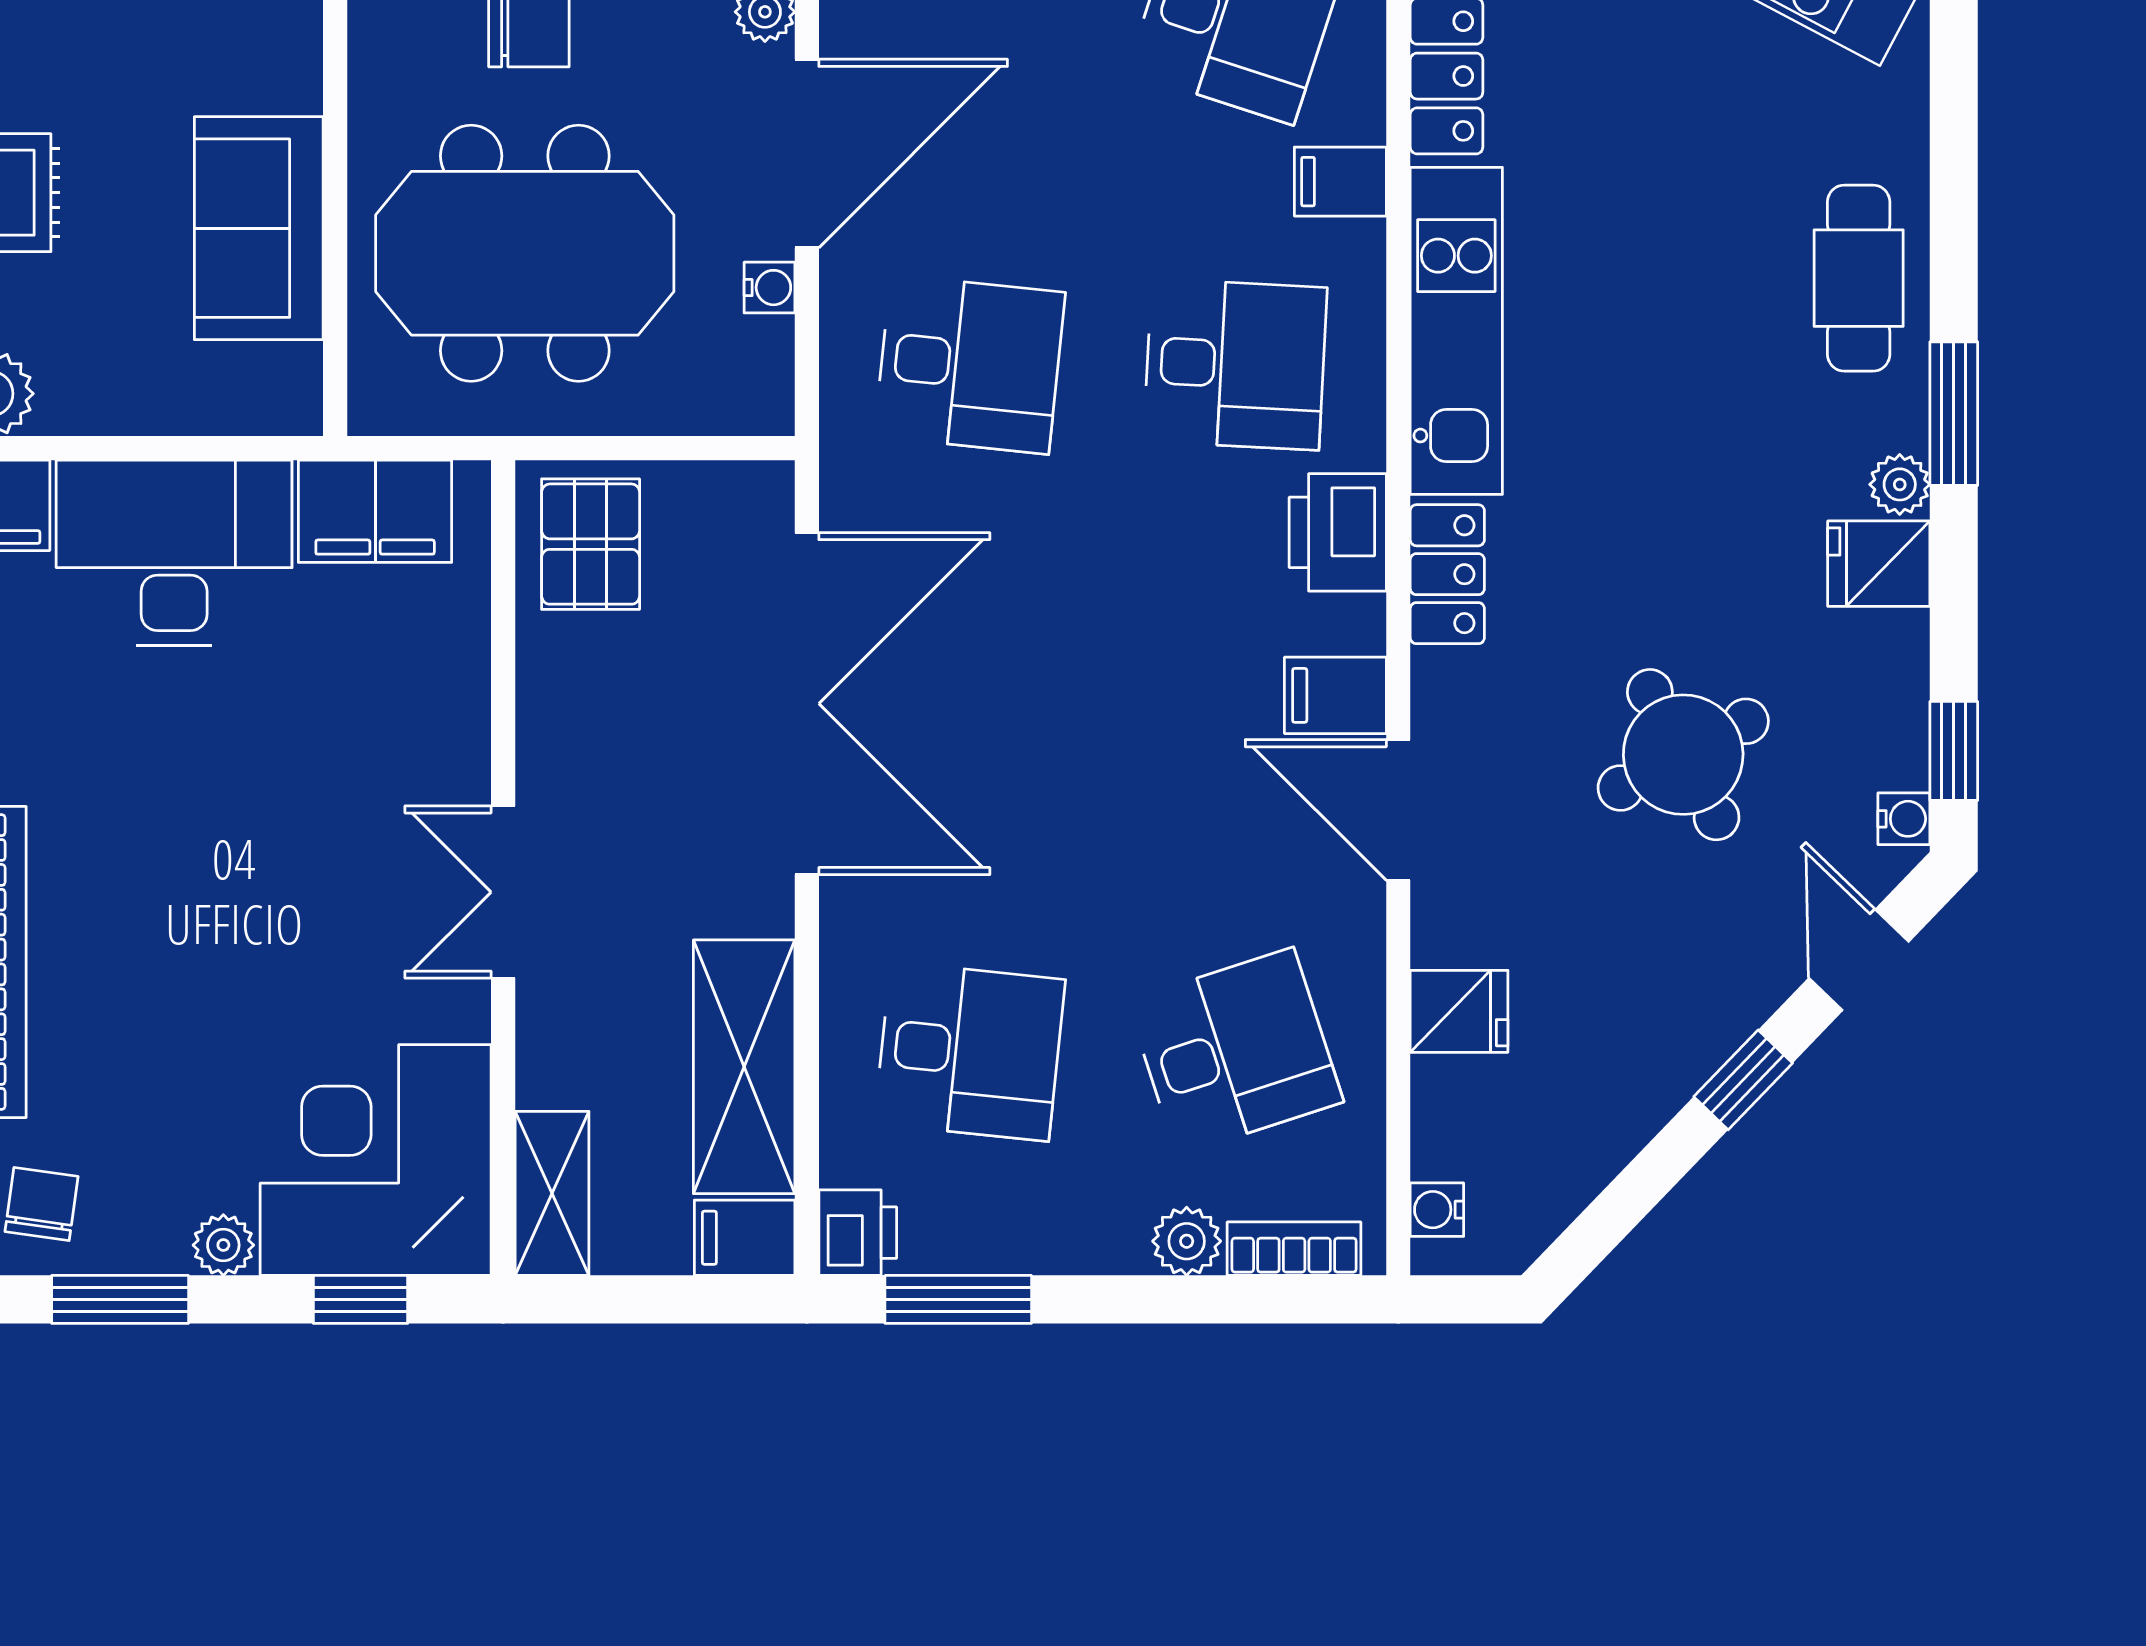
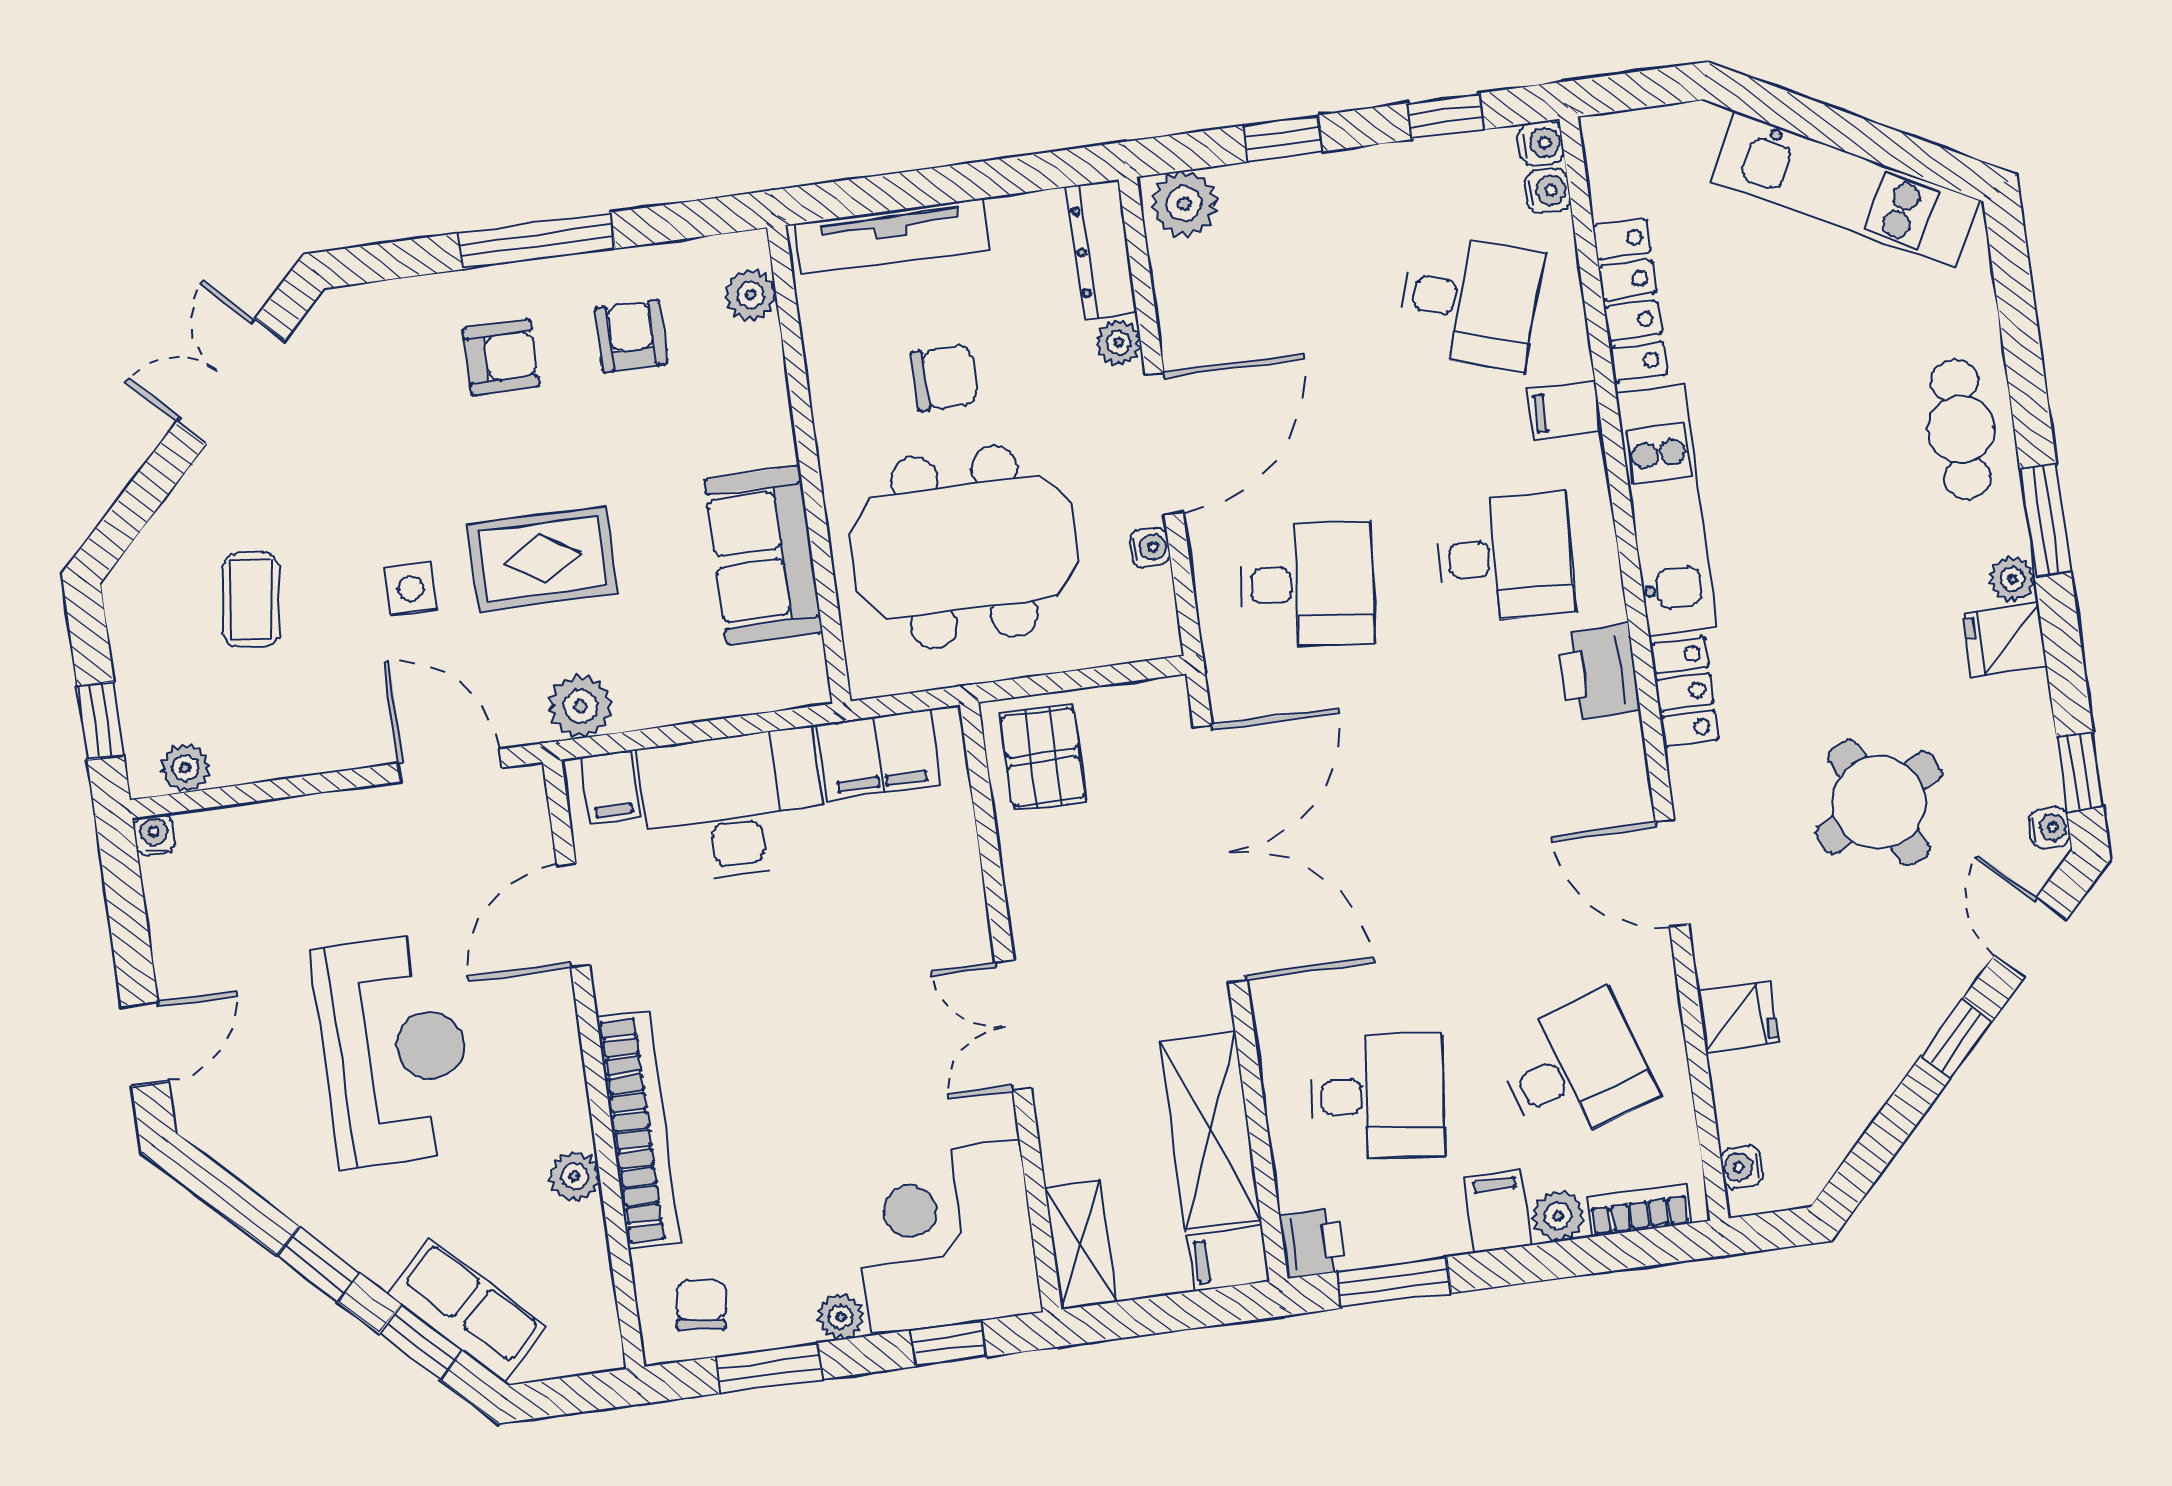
filing cabinet: (1335, 695) -> (1498, 1211), moved, turned 90

